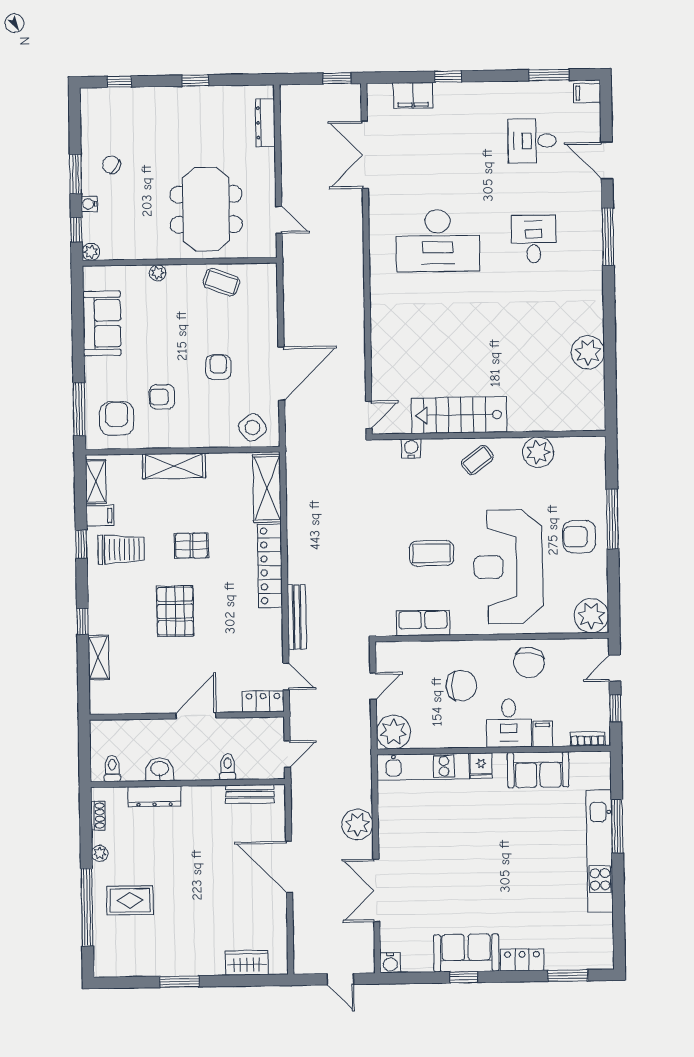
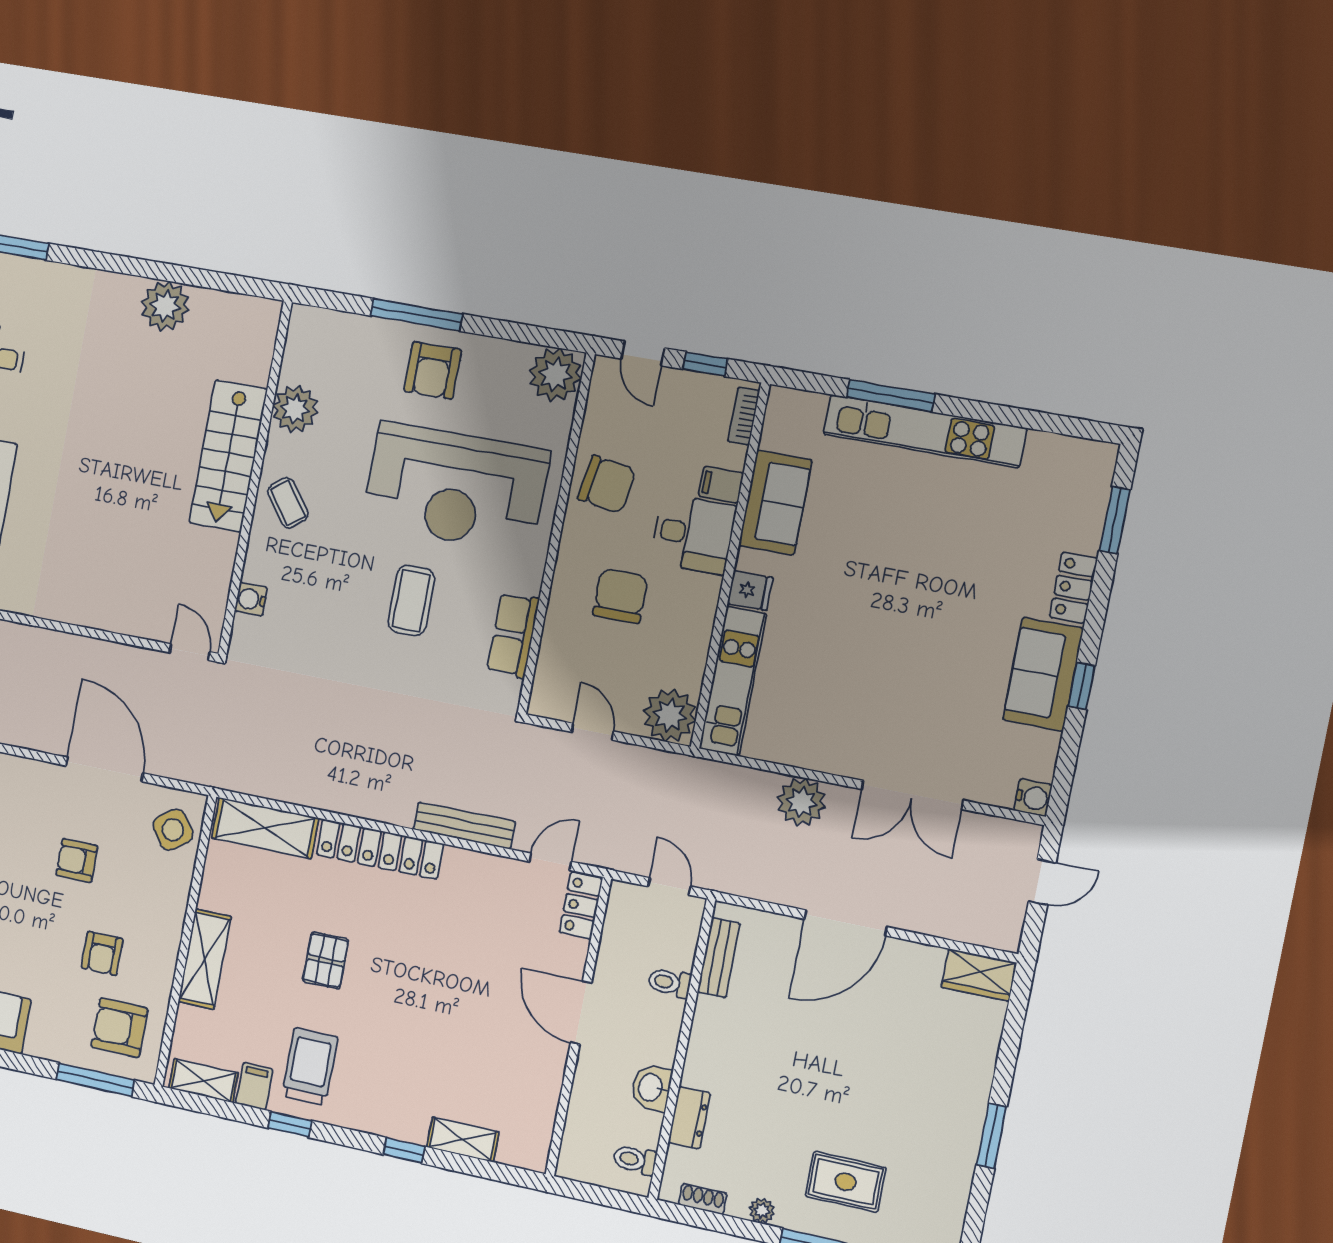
stairs: (459, 415) -> (228, 456), moved
pallet: (175, 611) -> (417, 1008), removed
dresser: (154, 796) -> (689, 1118), width x0.70
rug: (130, 900) -> (846, 1182), turned 90
wardrobe: (247, 963) -> (979, 975), moved, turned -90

